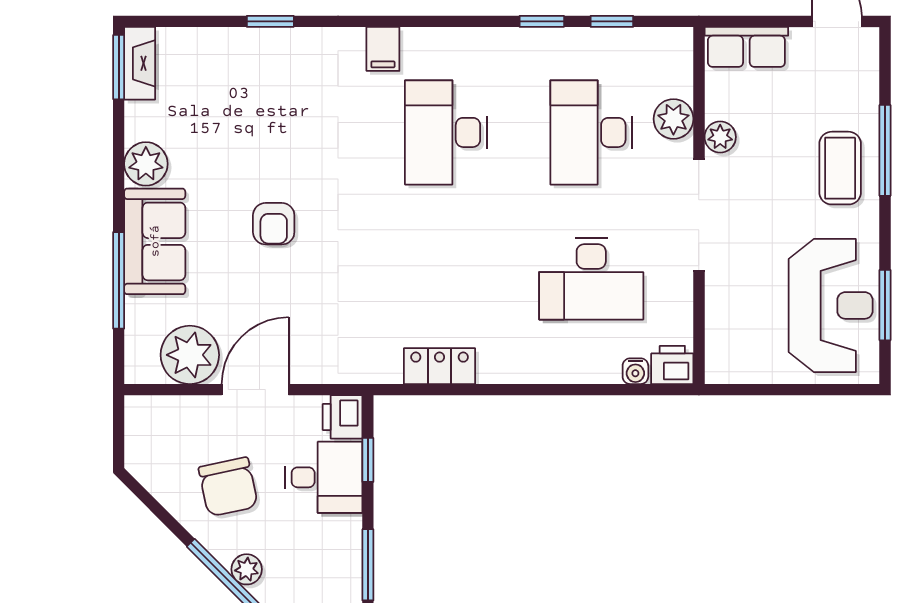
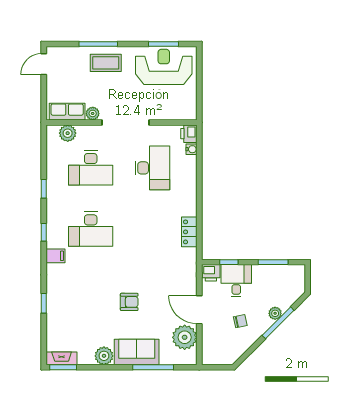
window: (612, 21) -> (44, 232), moved
row of seats: (746, 47) -> (67, 112), moved, turned -90
plant: (673, 119) -> (68, 133), moved
chair: (228, 487) -> (240, 321), width x0.54, depth x0.54

